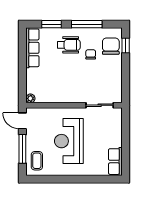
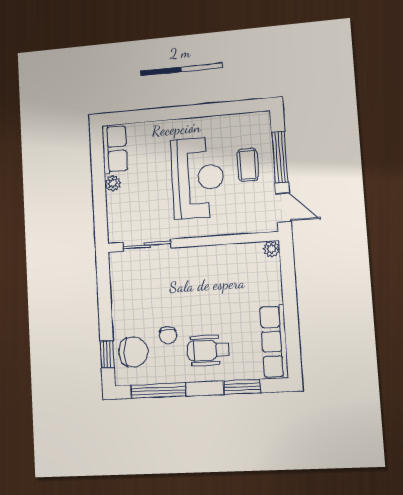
window: (87, 24) -> (158, 391), moved
chair: (111, 46) -> (133, 352), turned -90
plant: (118, 142) -> (113, 183), added
coffee table: (37, 161) -> (248, 165), moved

